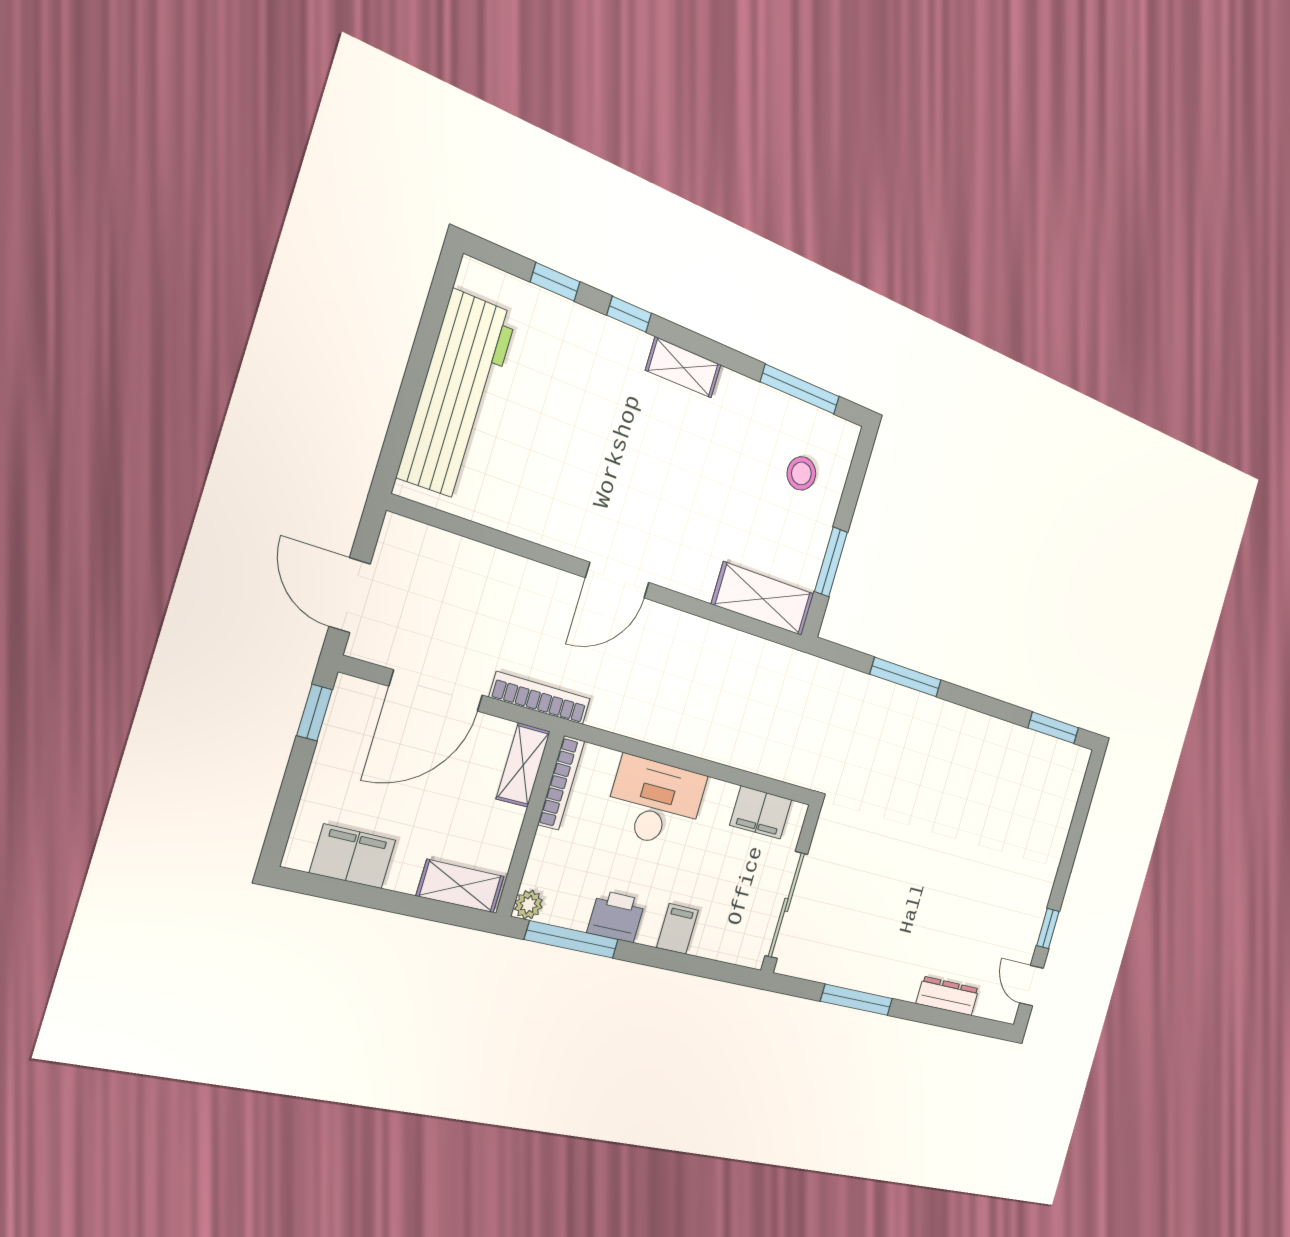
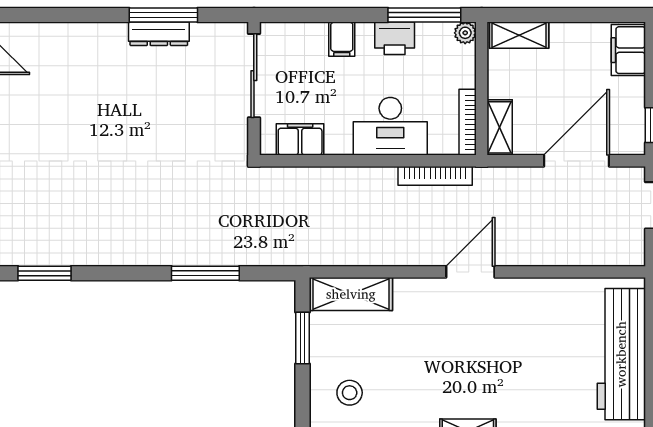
bookcase: (540, 698) -> (435, 176), moved
filing cabinet: (353, 856) -> (628, 50), moved, turned 90
dresser: (948, 996) -> (159, 34), moved

